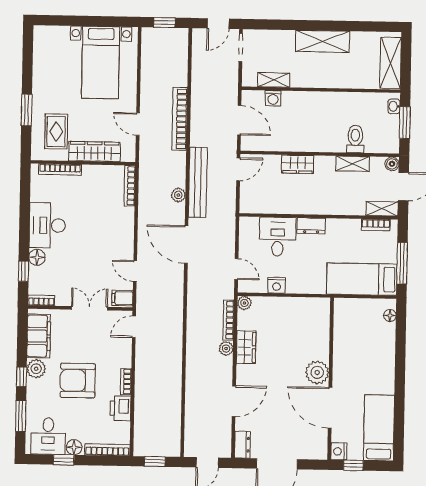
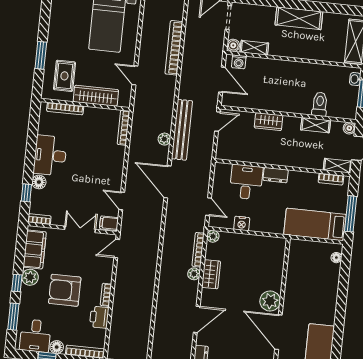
boiler: (249, 79) -> (233, 45), added
washing machine: (273, 98) -> (239, 62), moved
bookcase: (180, 119) -> (174, 48), moved

